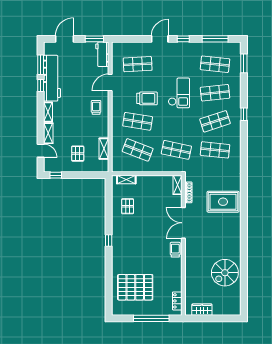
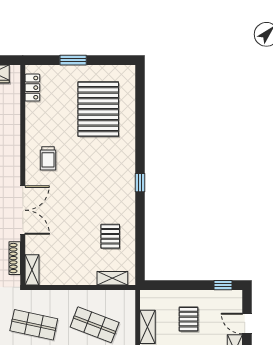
trolley: (175, 250) -> (48, 158), moved
pallet: (135, 287) -> (98, 109), turned 90
window: (151, 318) -> (73, 60), width x0.47

